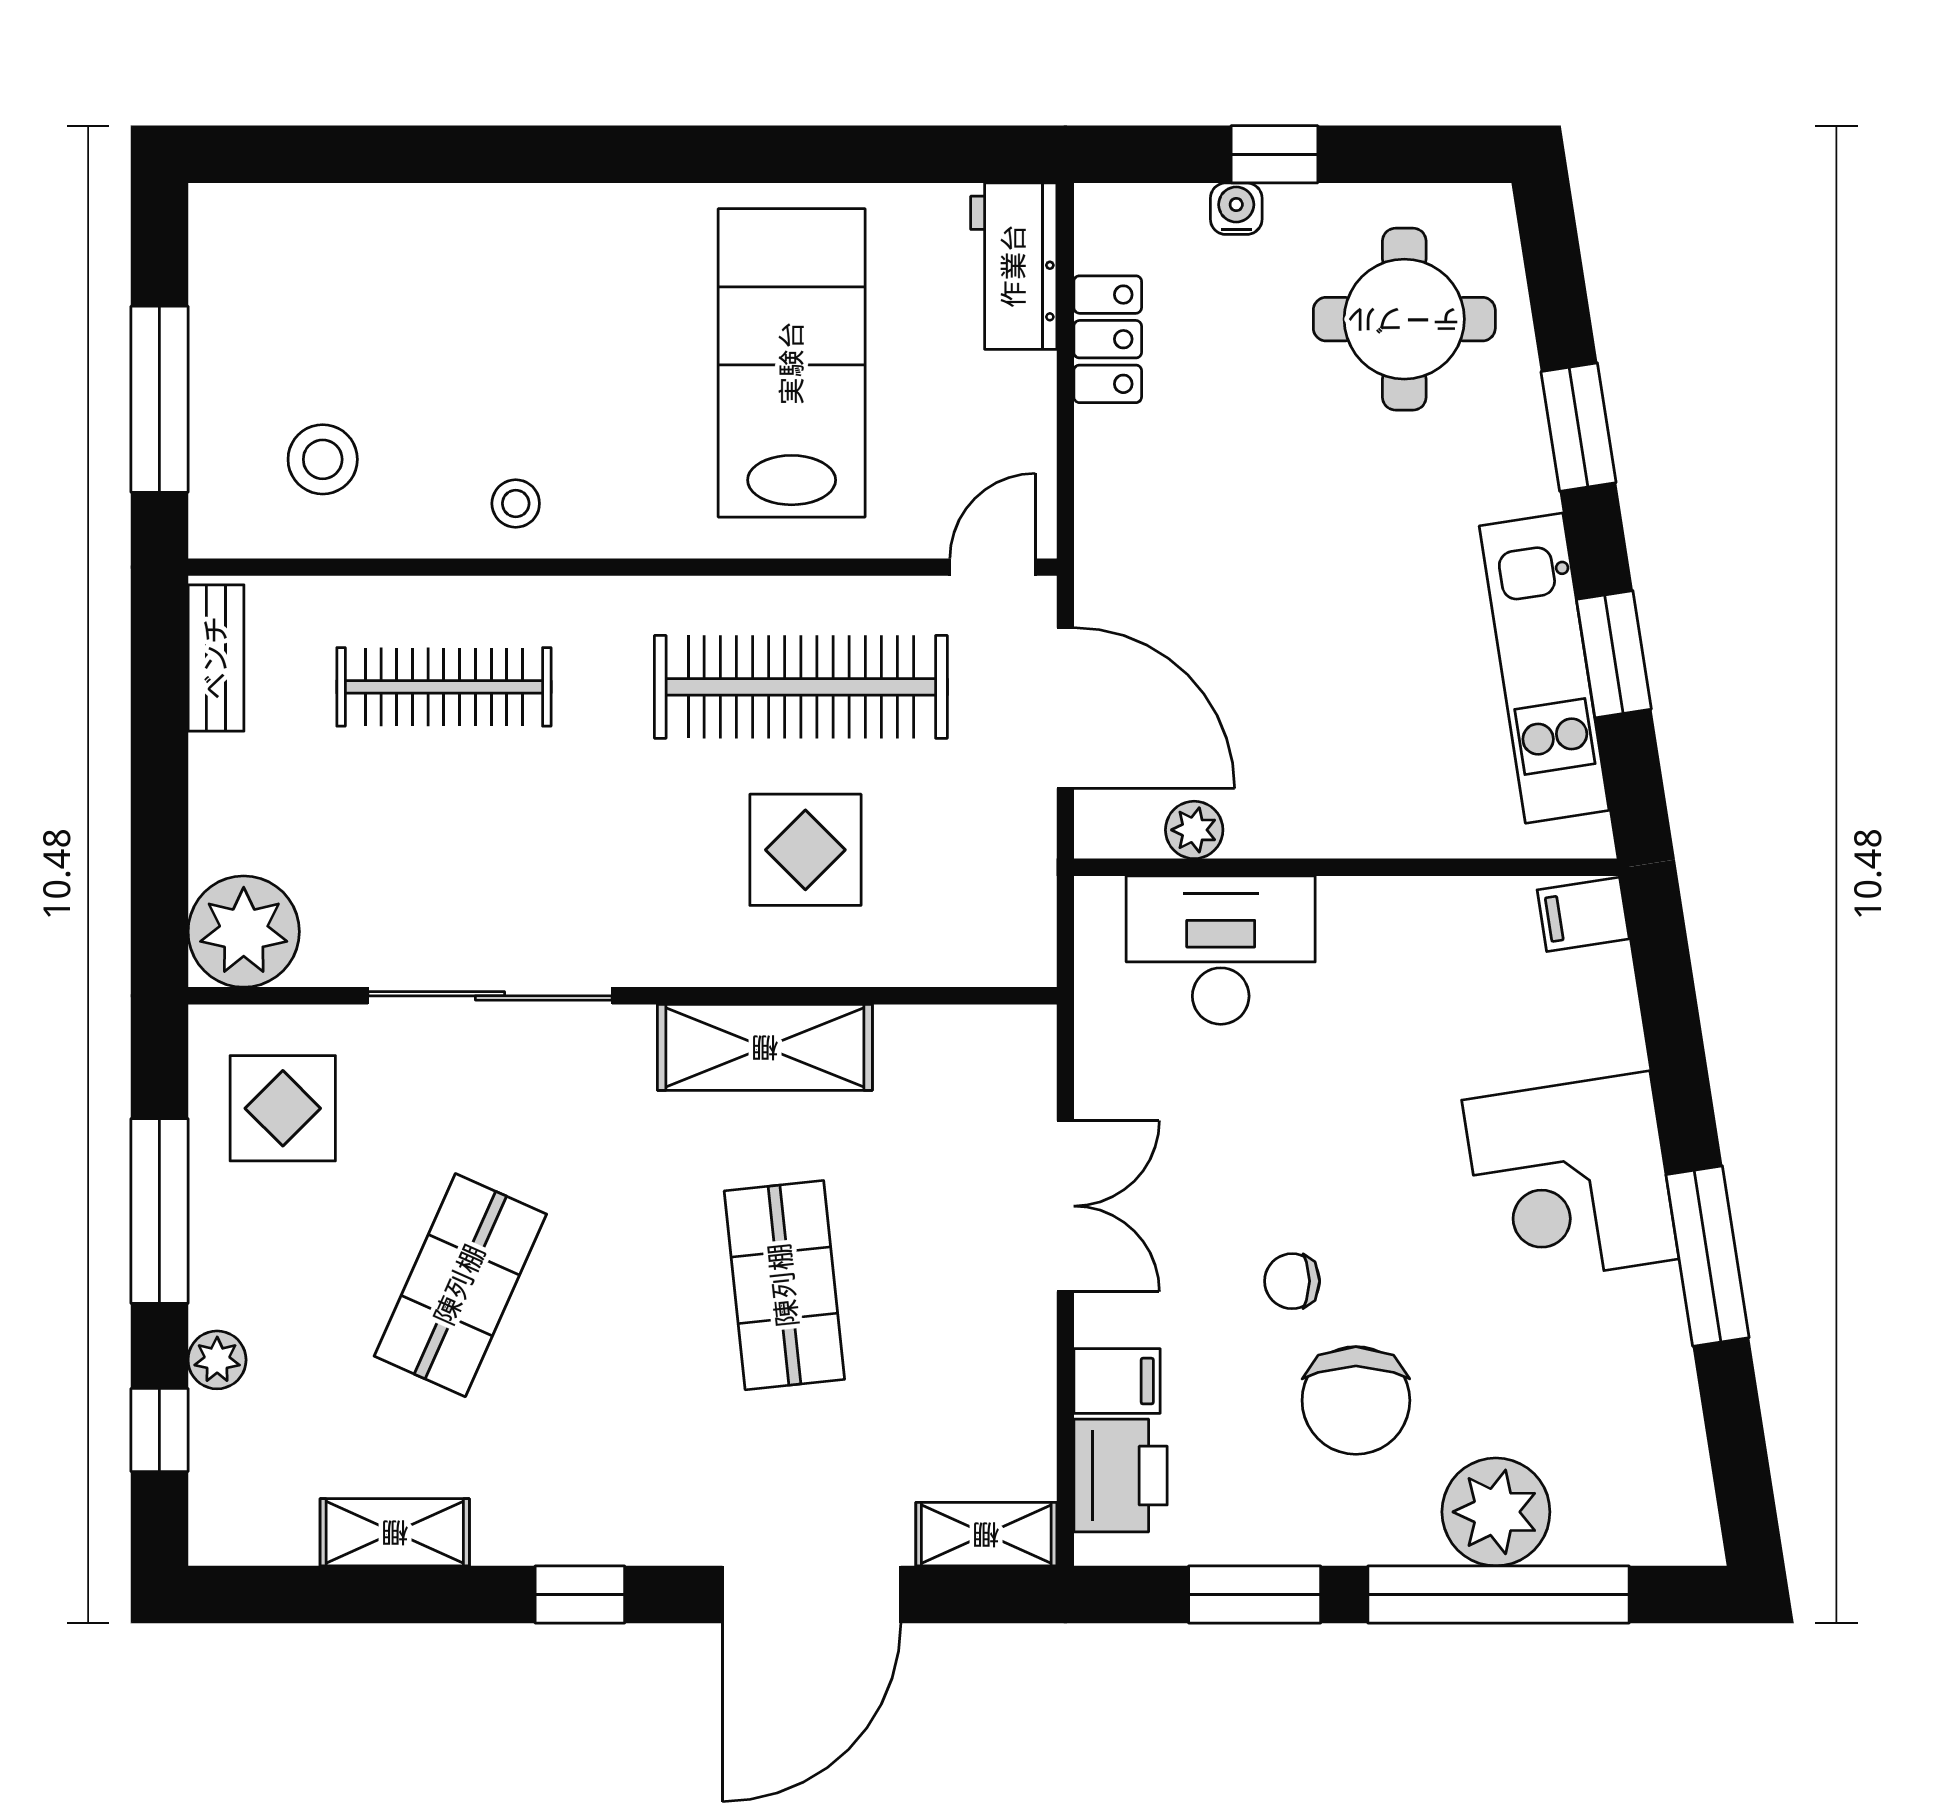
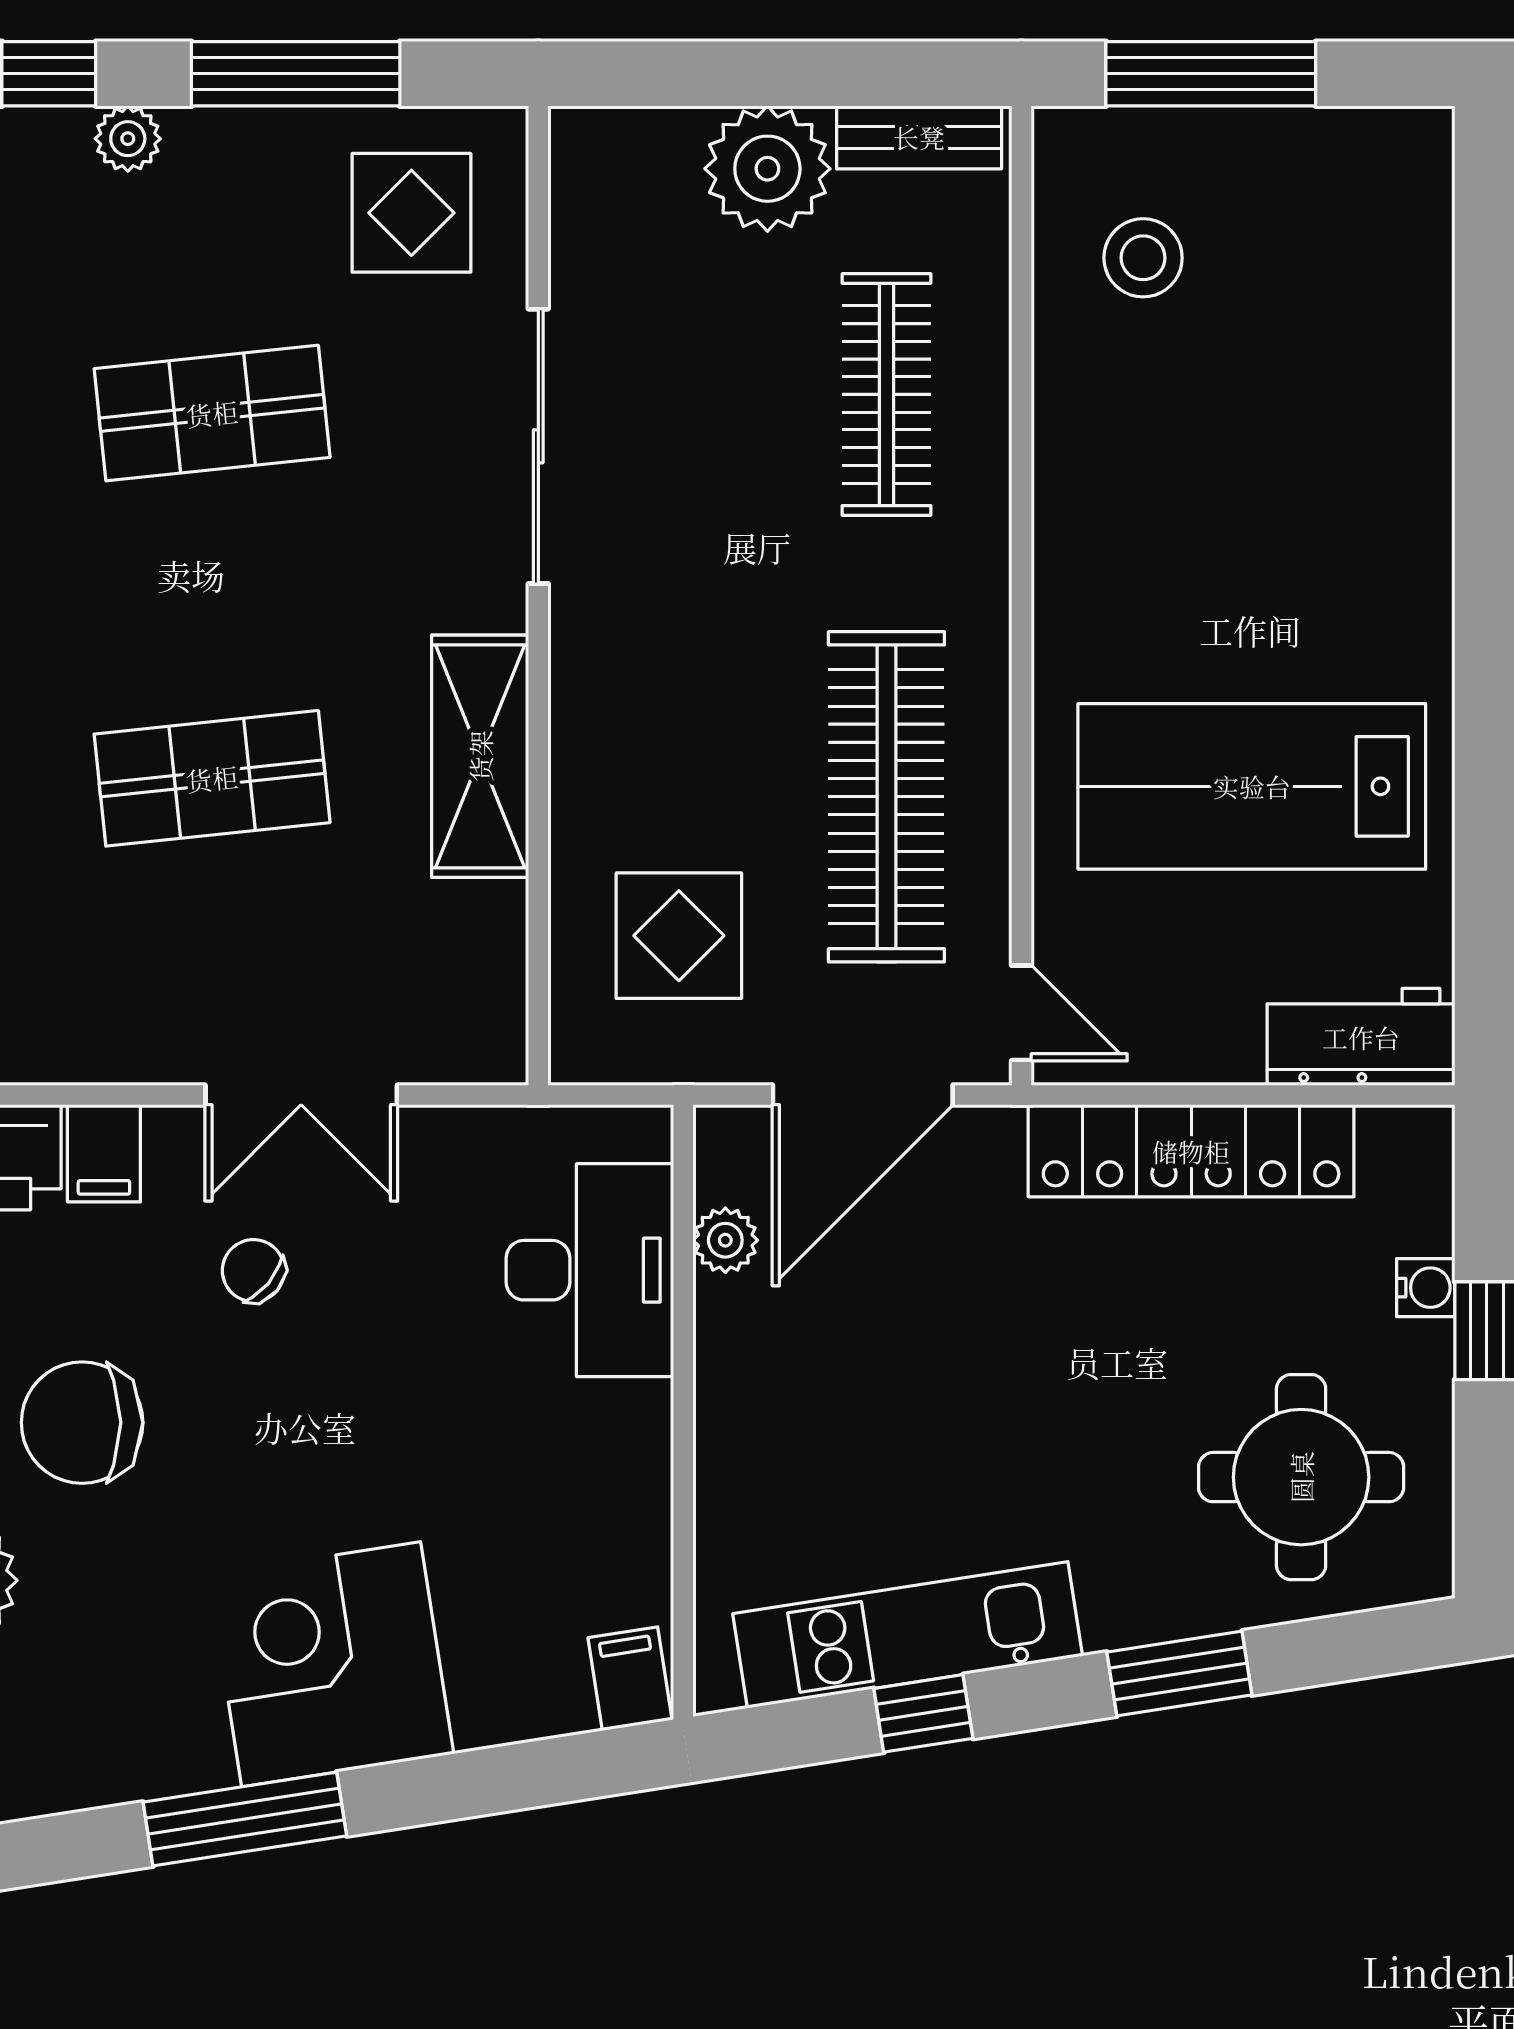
locker: (1108, 339) -> (1191, 1151), width x2.16, depth x1.21
lab bench: (792, 363) -> (1252, 786), turned 180
stool: (516, 503) -> (1093, 475), removed
window: (1614, 654) -> (923, 1713), width x0.67
display table: (805, 850) -> (679, 936), moved
plant: (244, 932) -> (767, 169), moved
chair: (1292, 1281) -> (253, 1271), moved, turned -50
shop shelf: (460, 1285) -> (212, 413), turned -30

